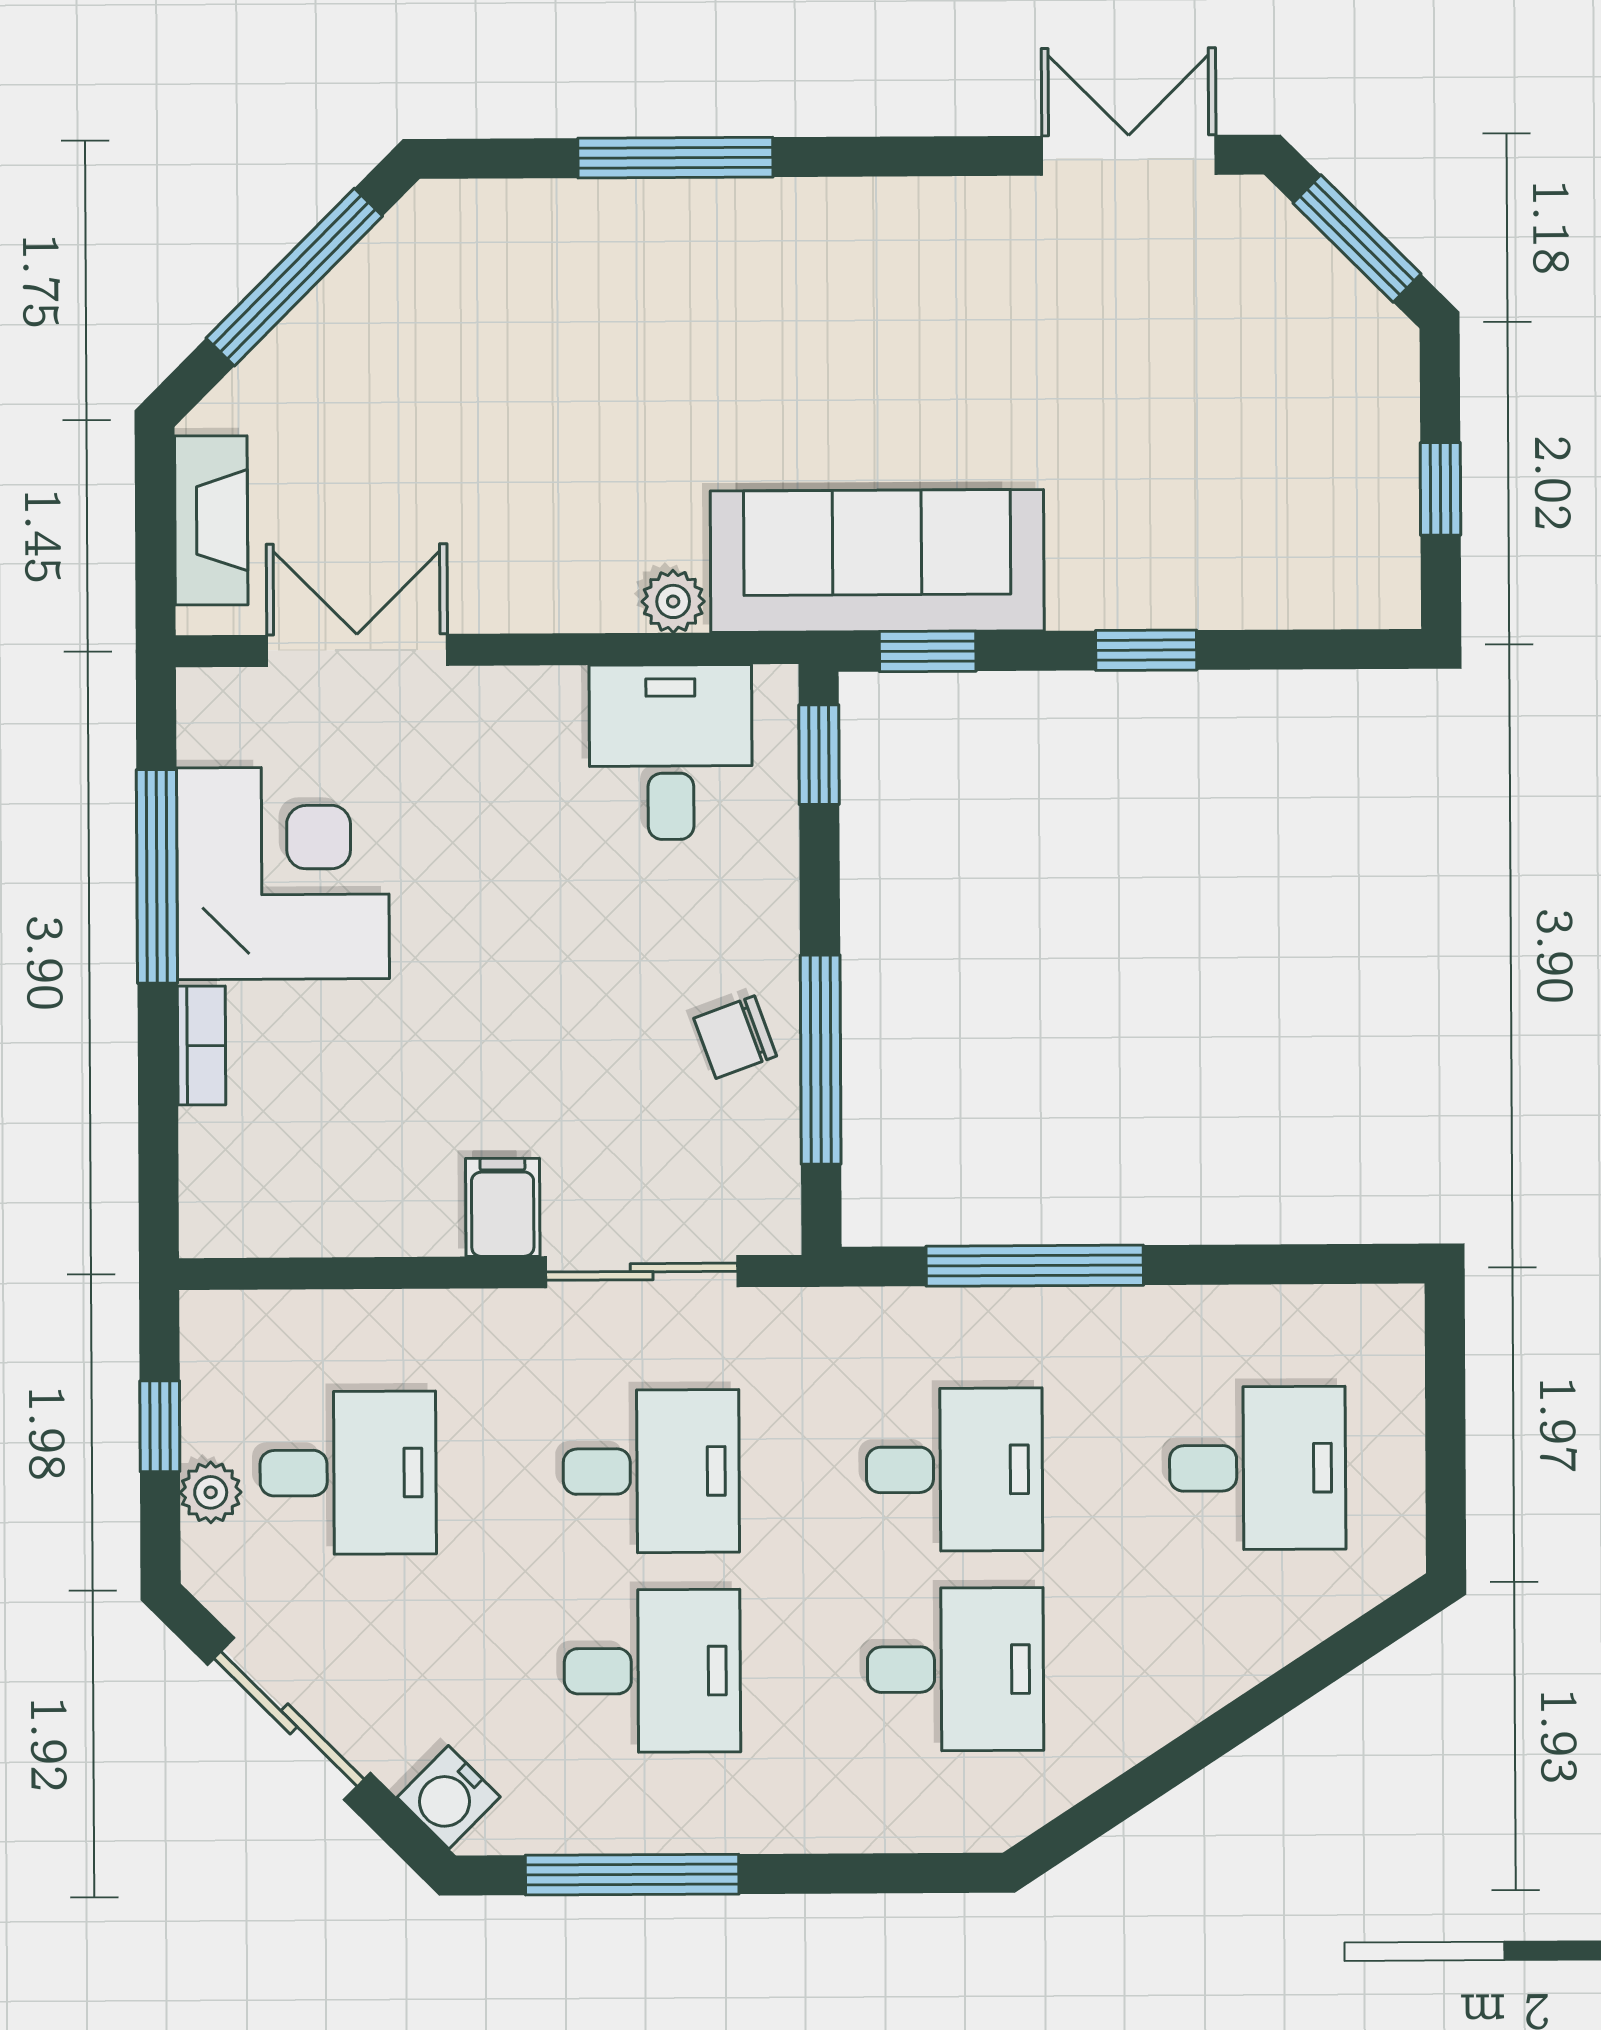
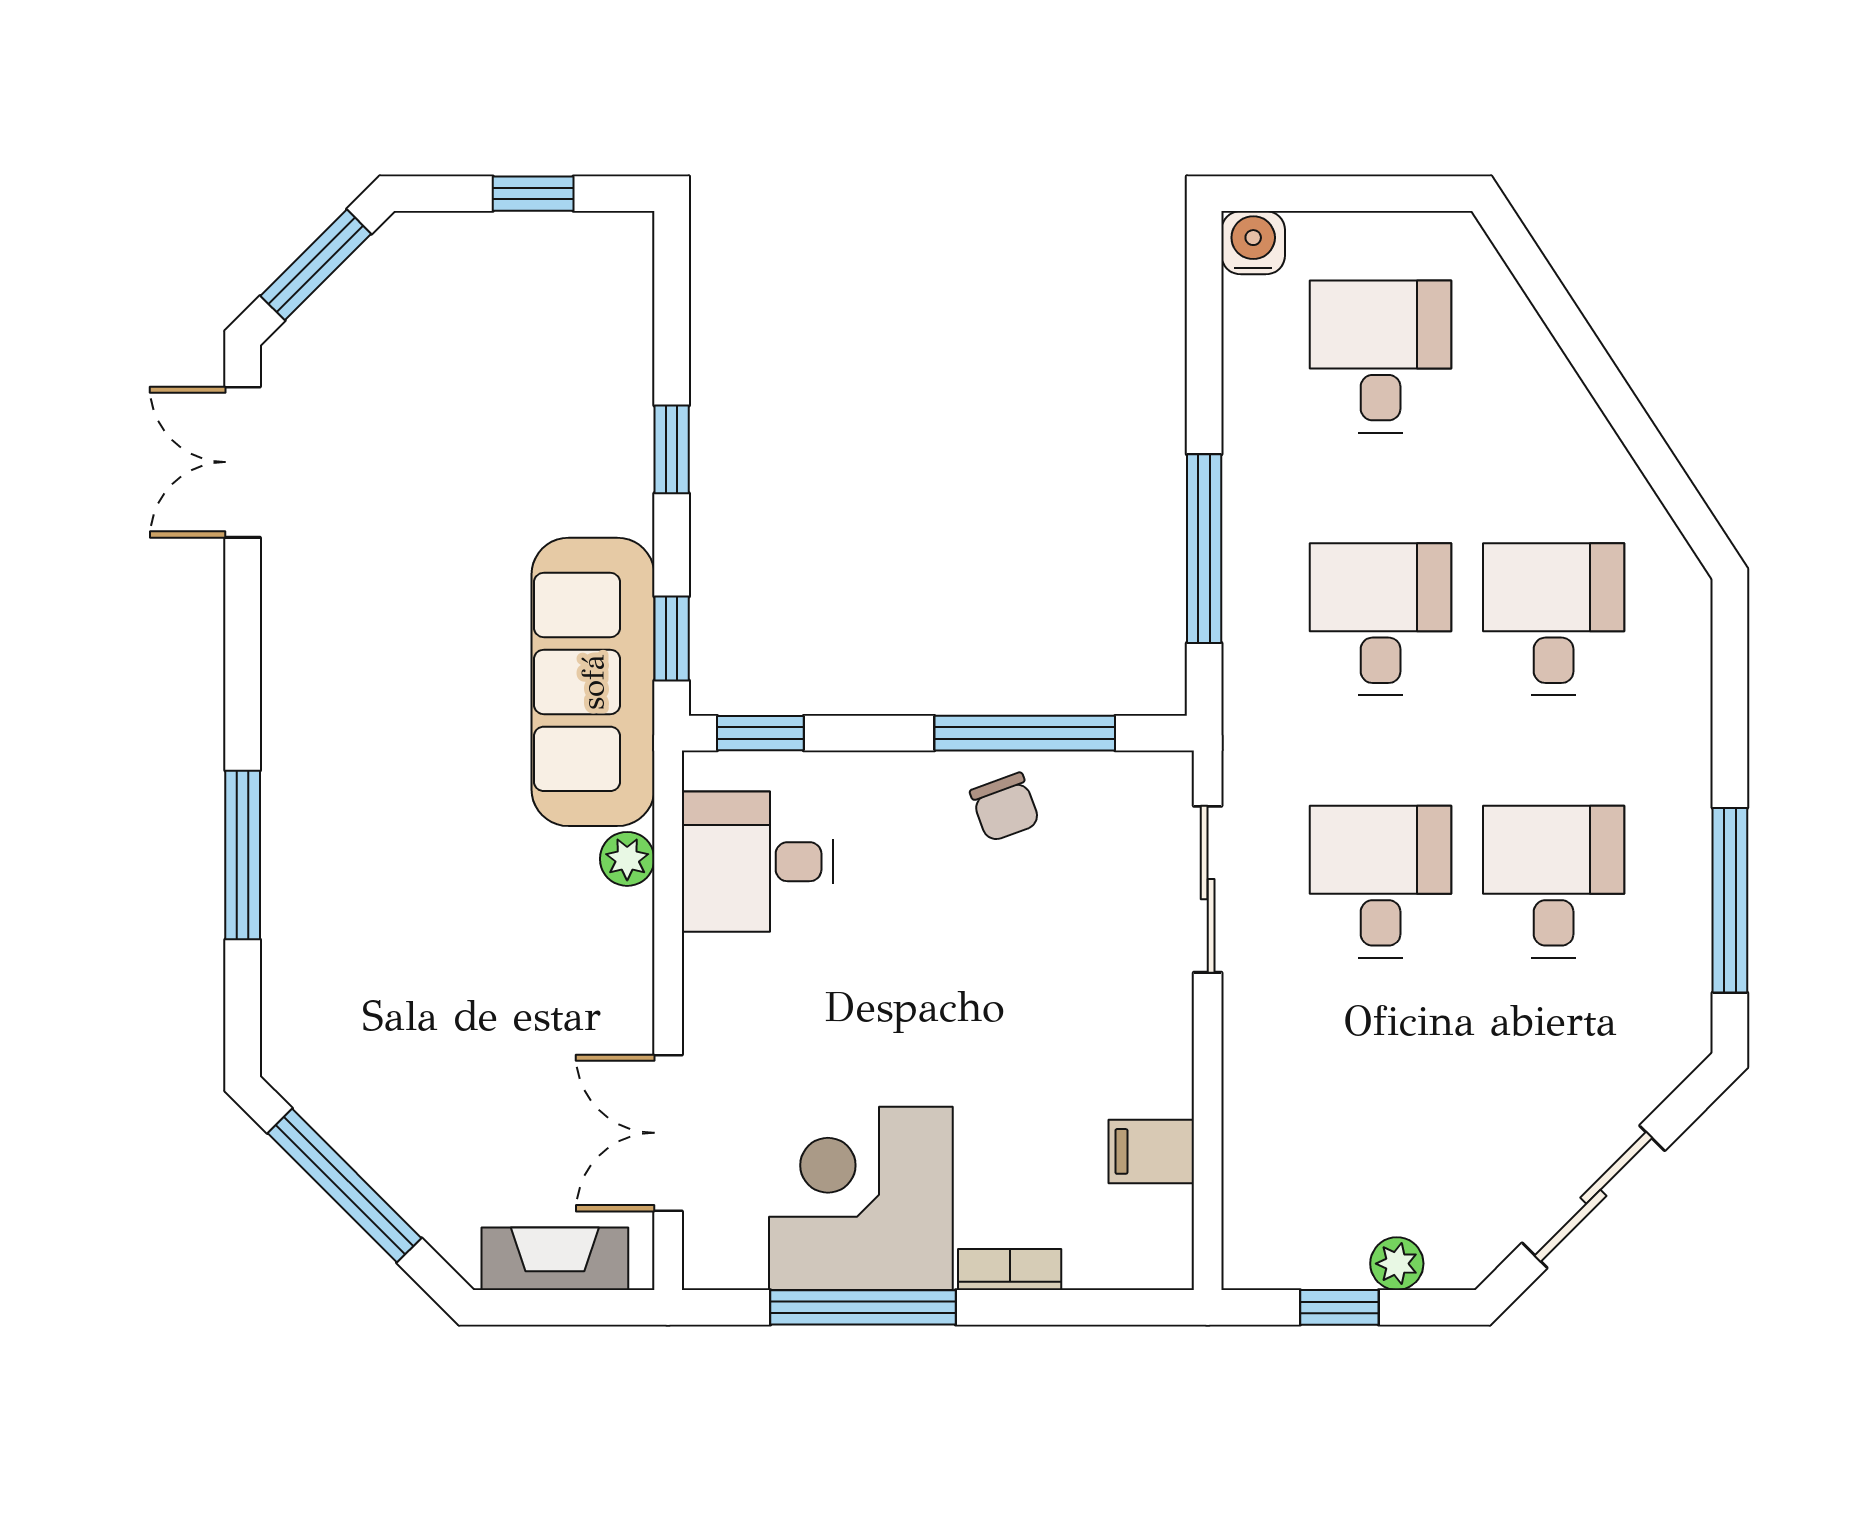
filing cabinet: (503, 1207) -> (1151, 1151), moved
desk: (348, 1473) -> (1381, 1144), removed
water cooler: (449, 1797) -> (1253, 243), moved, turned -135

